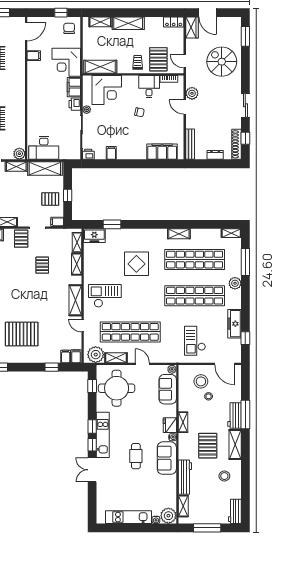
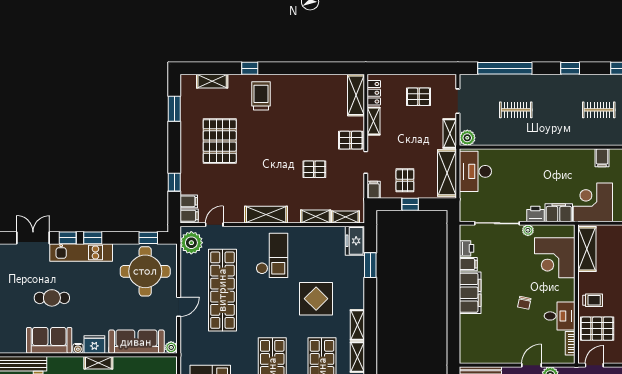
filing cabinet: (162, 152) -> (470, 293), moved
printer: (88, 154) -> (466, 248), moved
door: (83, 326) -> (214, 225), moved
shelving: (116, 358) -> (357, 325), moved
sofa: (168, 389) -> (136, 342), width x1.36

